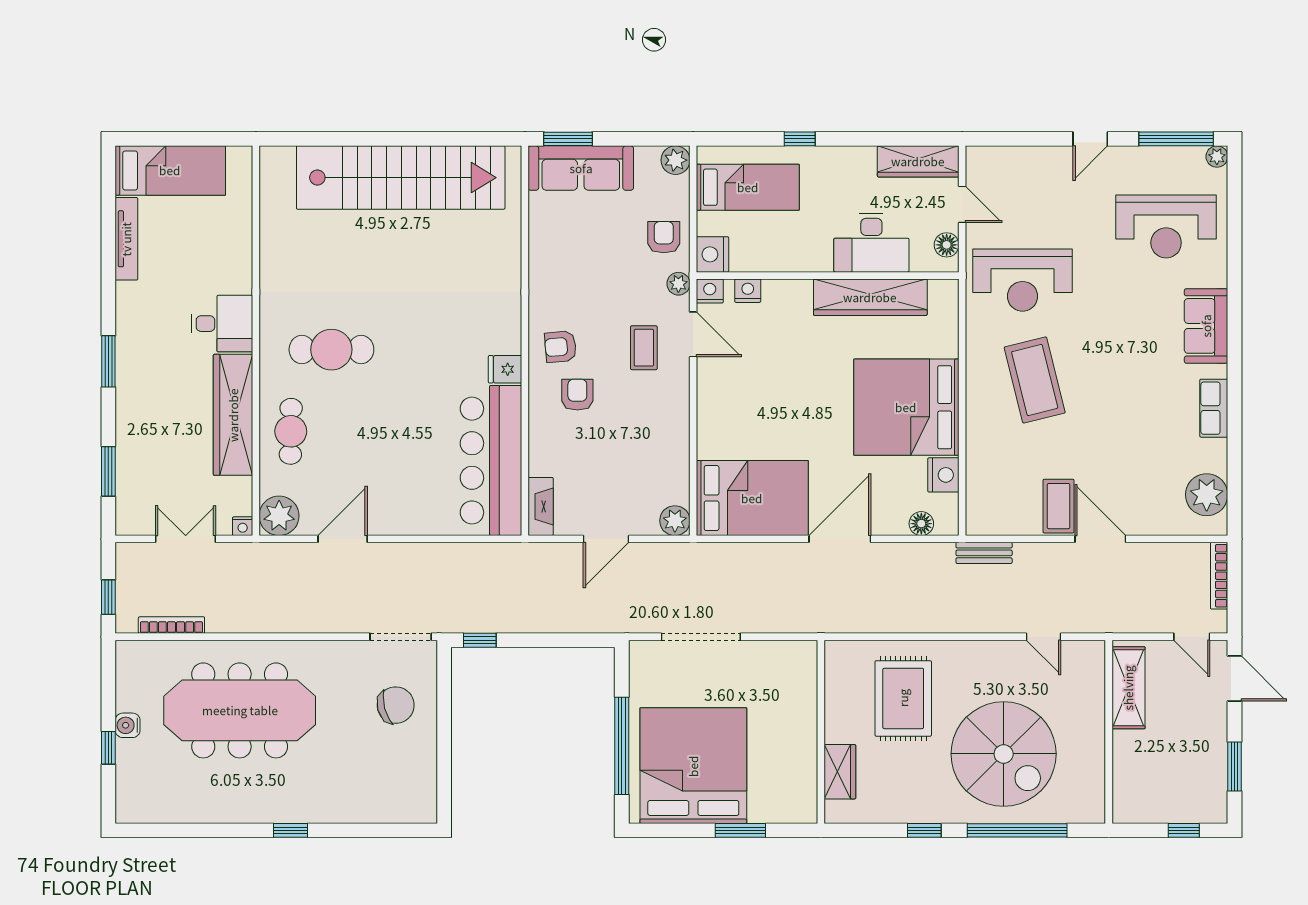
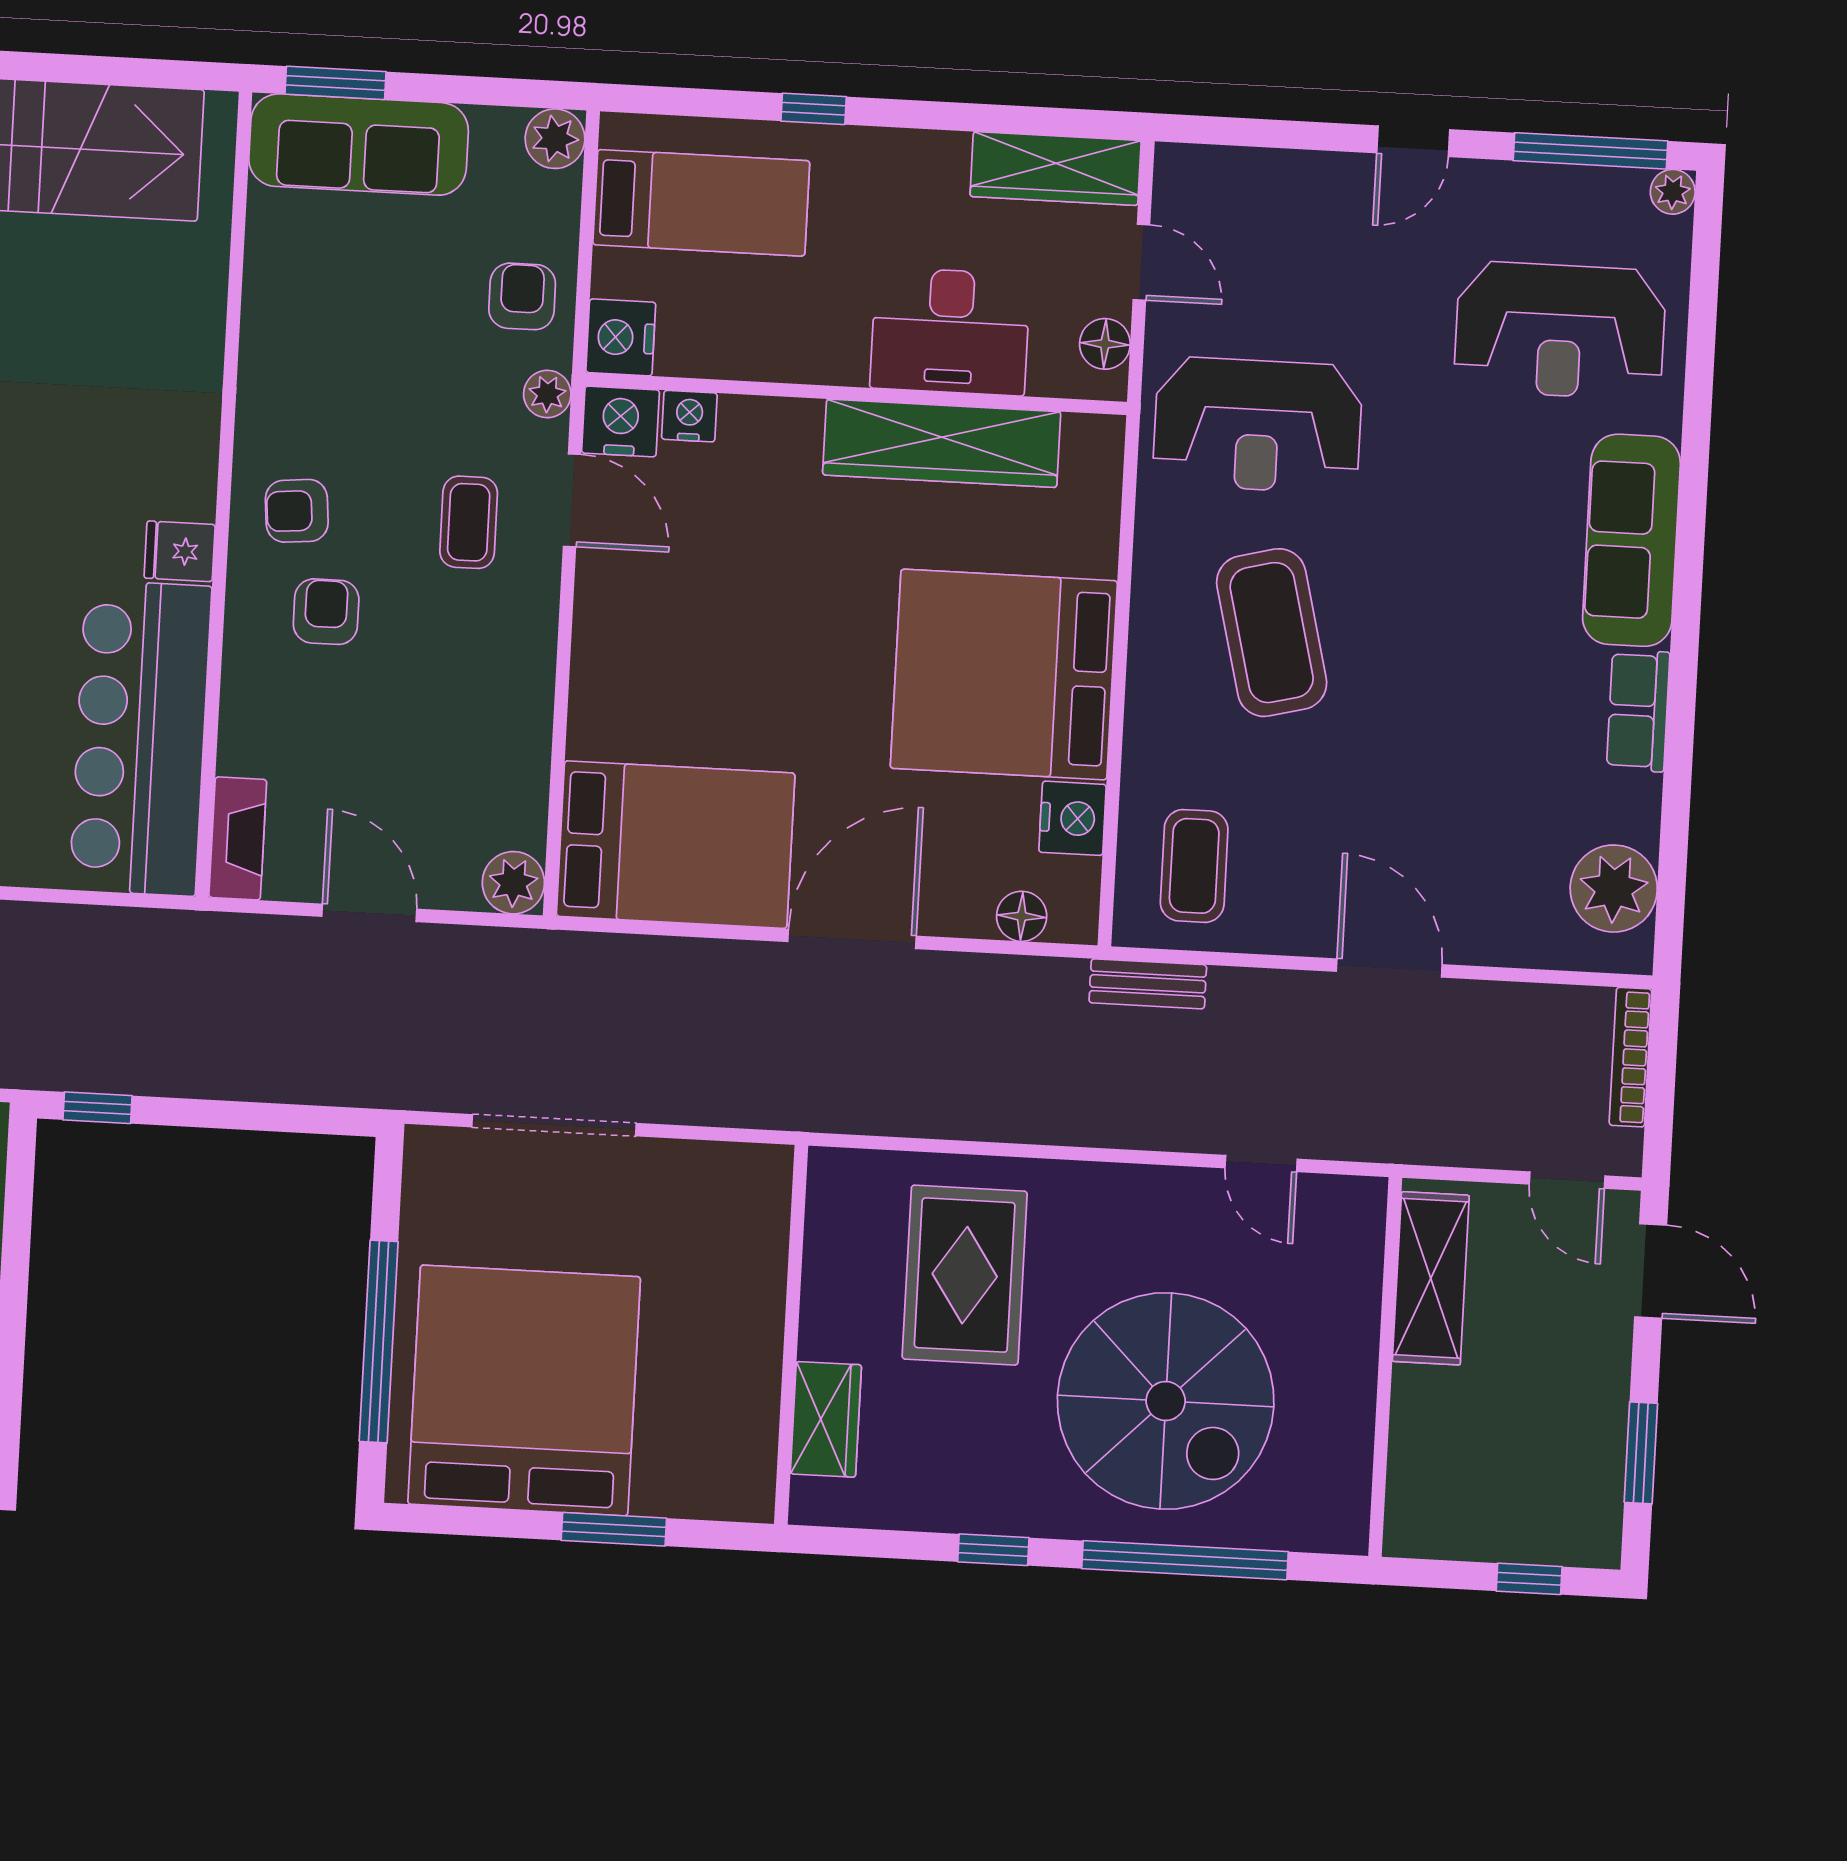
nightstand: (710, 291) -> (620, 421), width x1.36, depth x1.33
sofa: (1206, 326) -> (1631, 540), width x1.36
coffee table: (1058, 506) -> (1194, 866), moved
door: (606, 539) -> (369, 913), swing flipped

